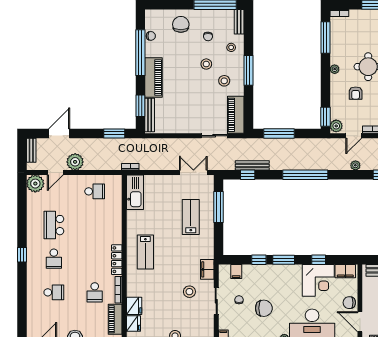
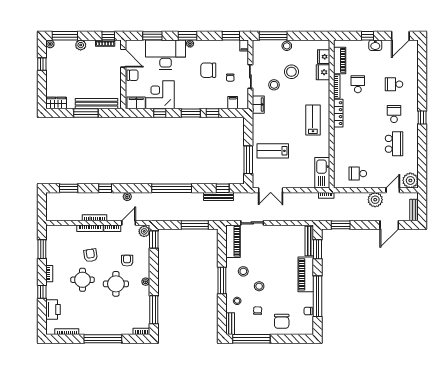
lab bench: (191, 217) -> (273, 151), turned 90
stool: (170, 306) -> (291, 72), added

